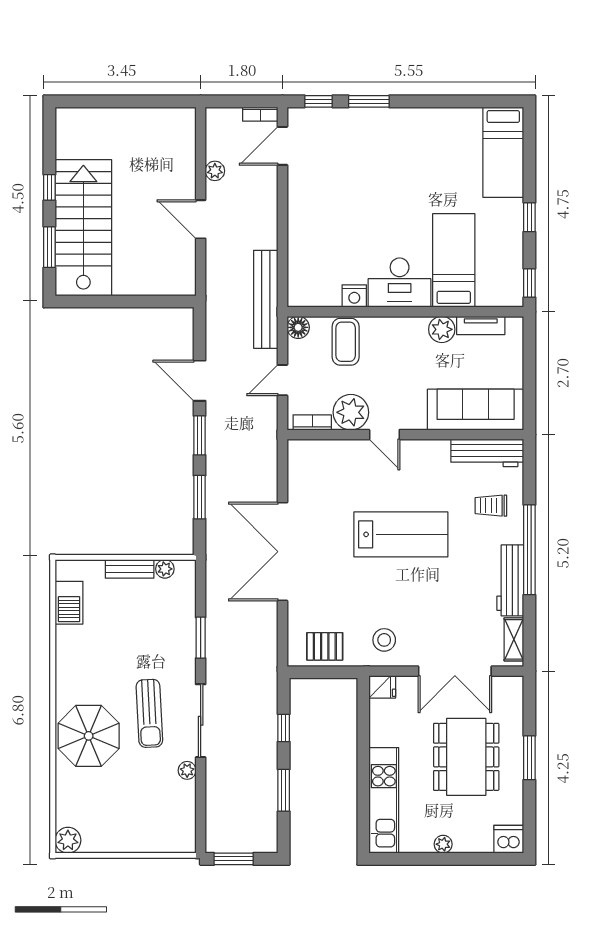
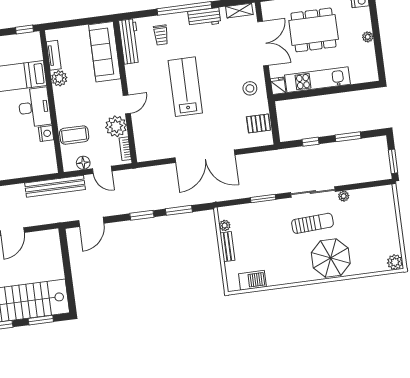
floor lamp: (298, 327) -> (83, 163), moved
door: (199, 381) -> (91, 222), moved
workbench: (510, 580) -> (204, 17), width x0.73
pallet: (325, 646) -> (258, 123), turned 90
kitchen unit: (384, 800) -> (318, 80), moved

